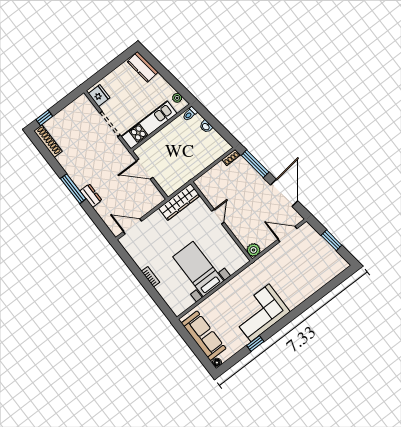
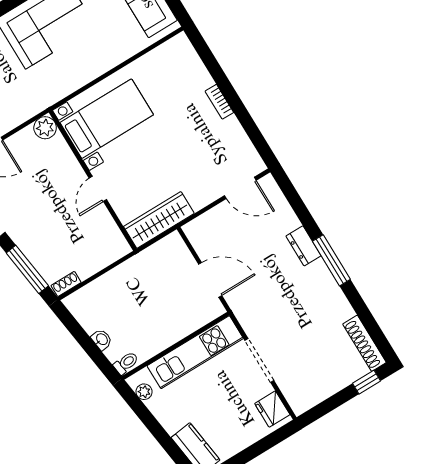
bed with nightstands: (198, 269) -> (107, 119), moved, turned -90

